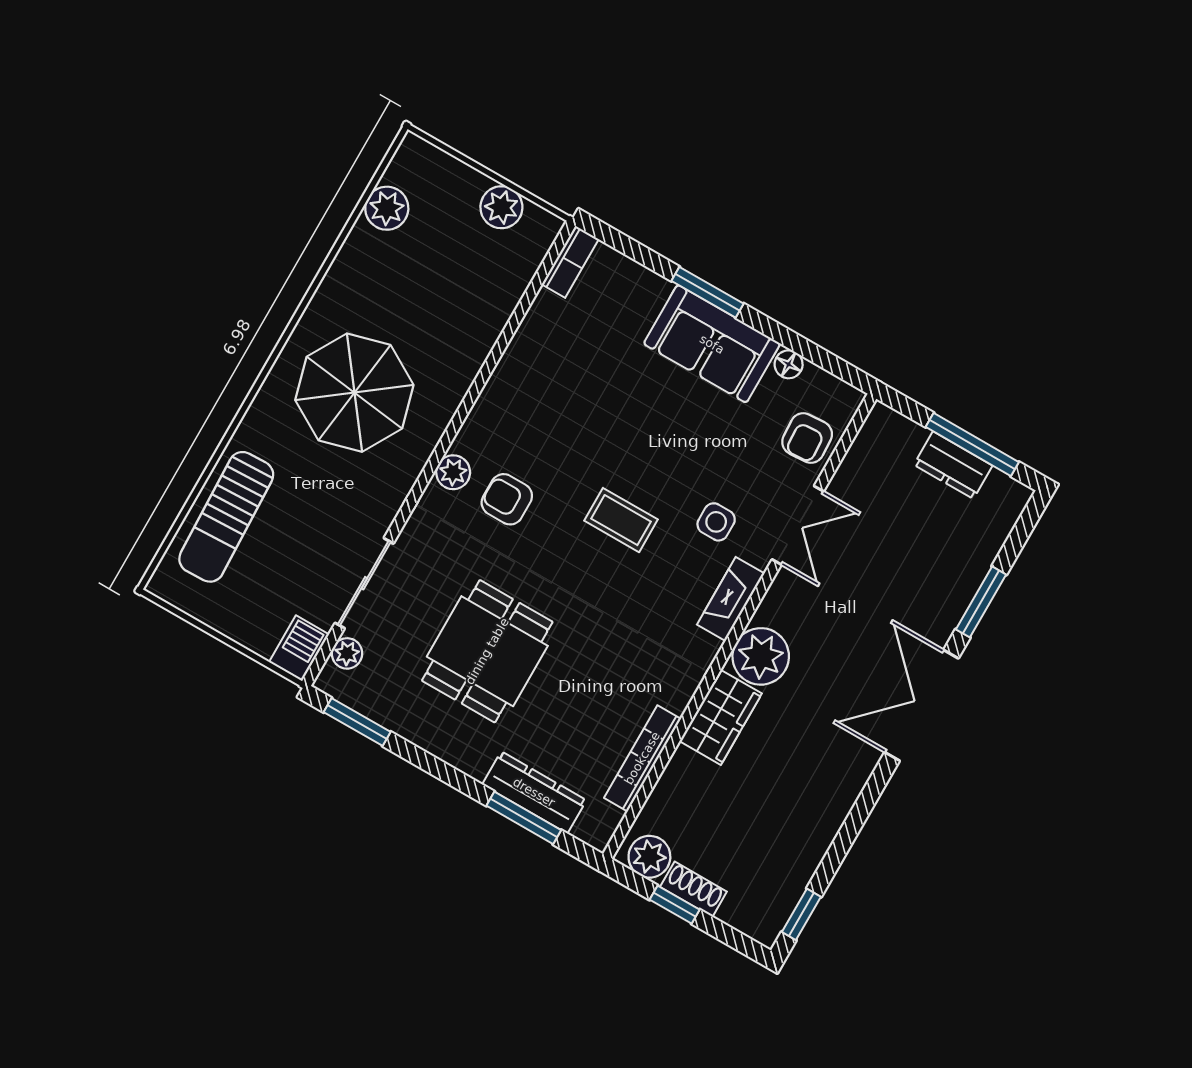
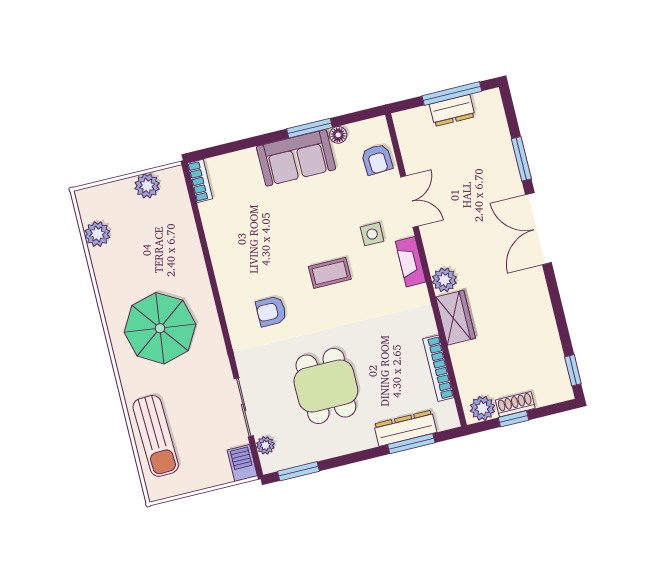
window: (708, 292) -> (310, 128), moved
plant: (453, 472) -> (236, 322), removed
plant: (761, 656) -> (444, 280), width x0.73, depth x0.73

